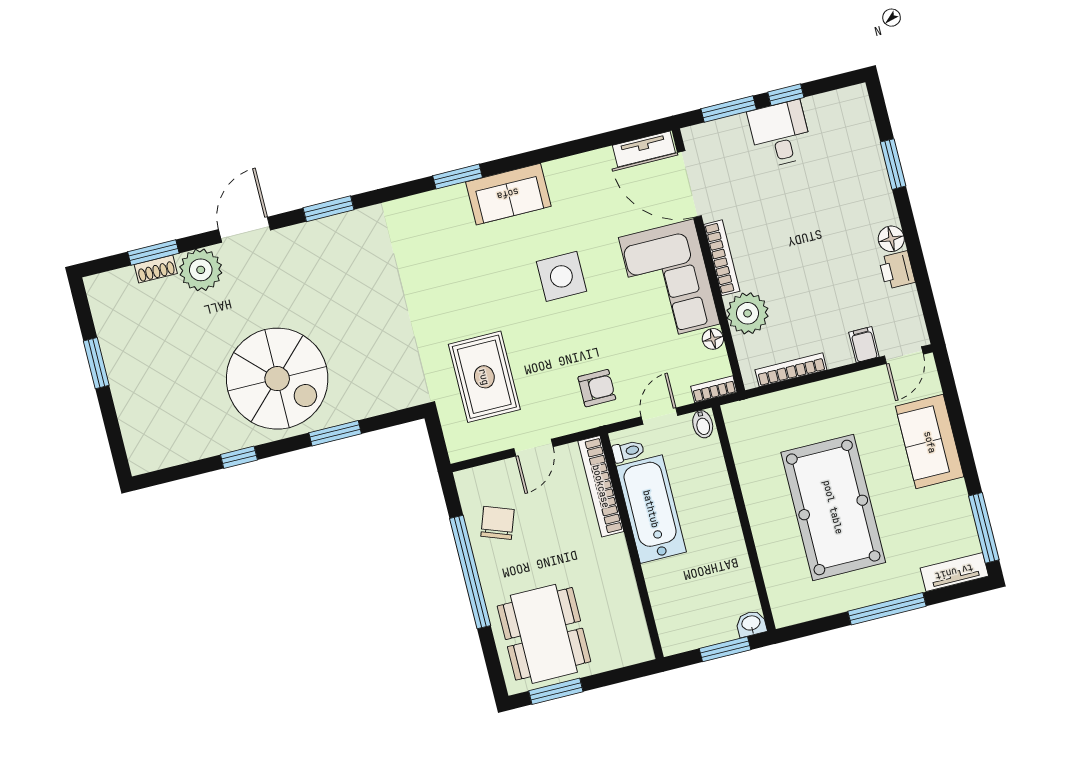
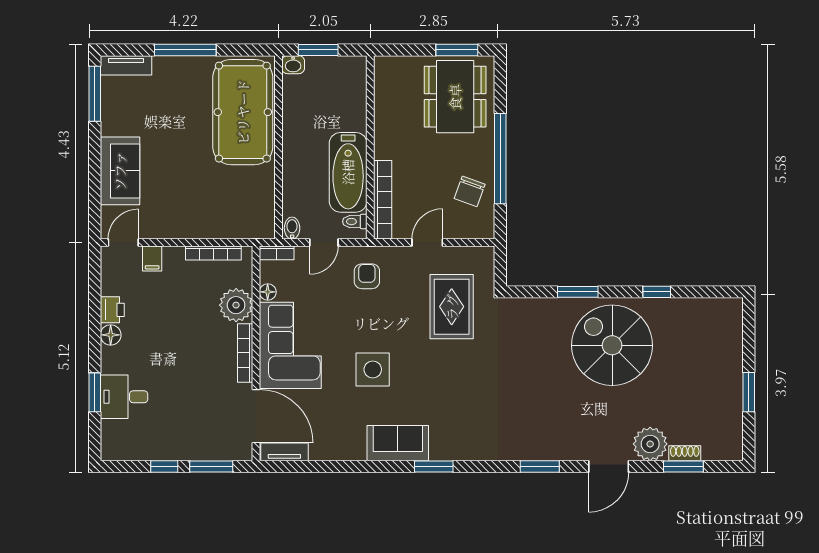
desk: (780, 134) -> (124, 397), moved, turned 90
armchair: (597, 388) -> (367, 276), turned 90
pool table: (833, 507) -> (243, 112), moved

